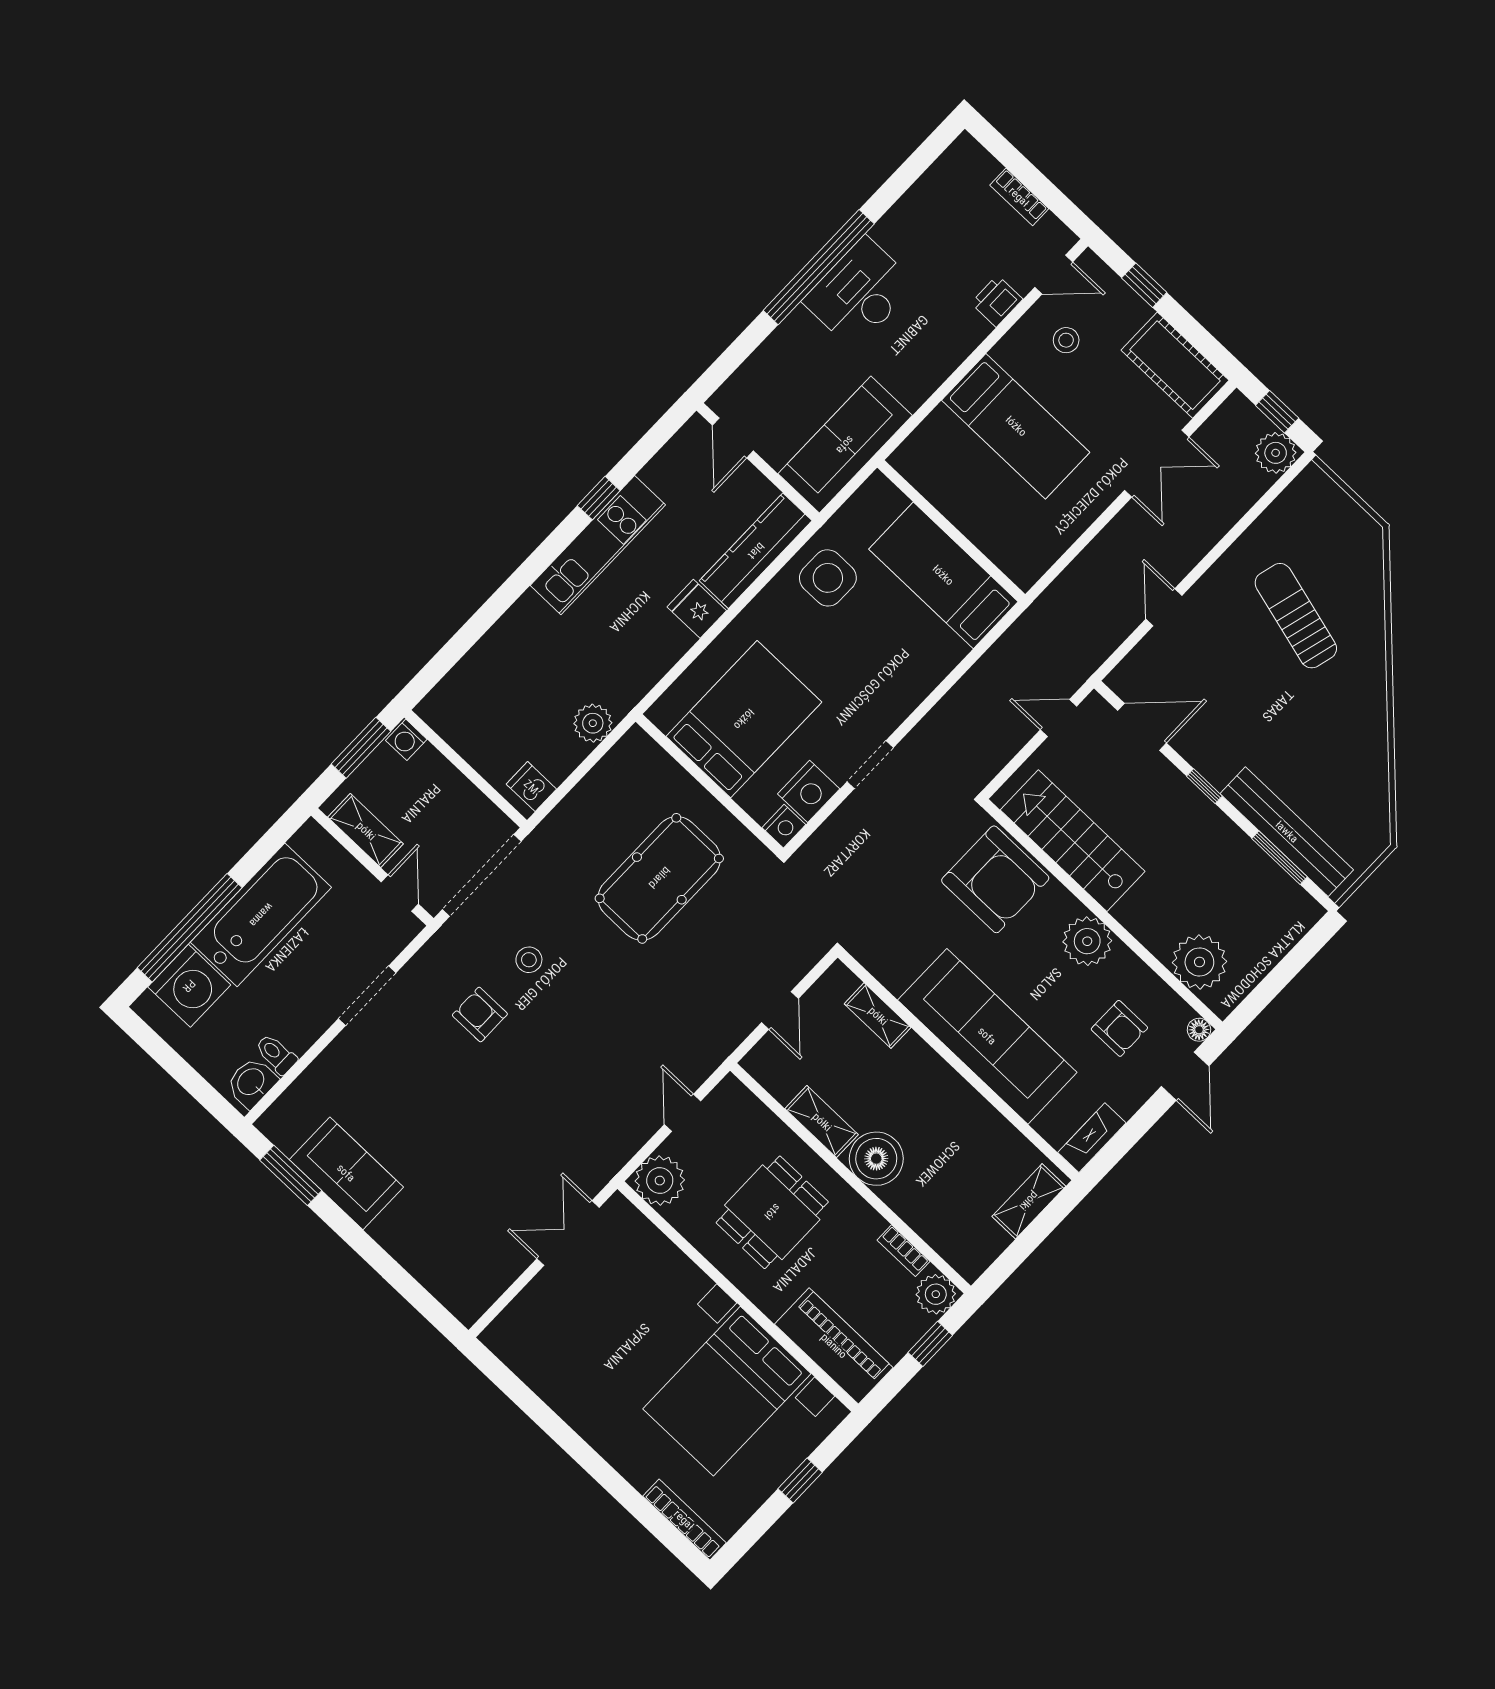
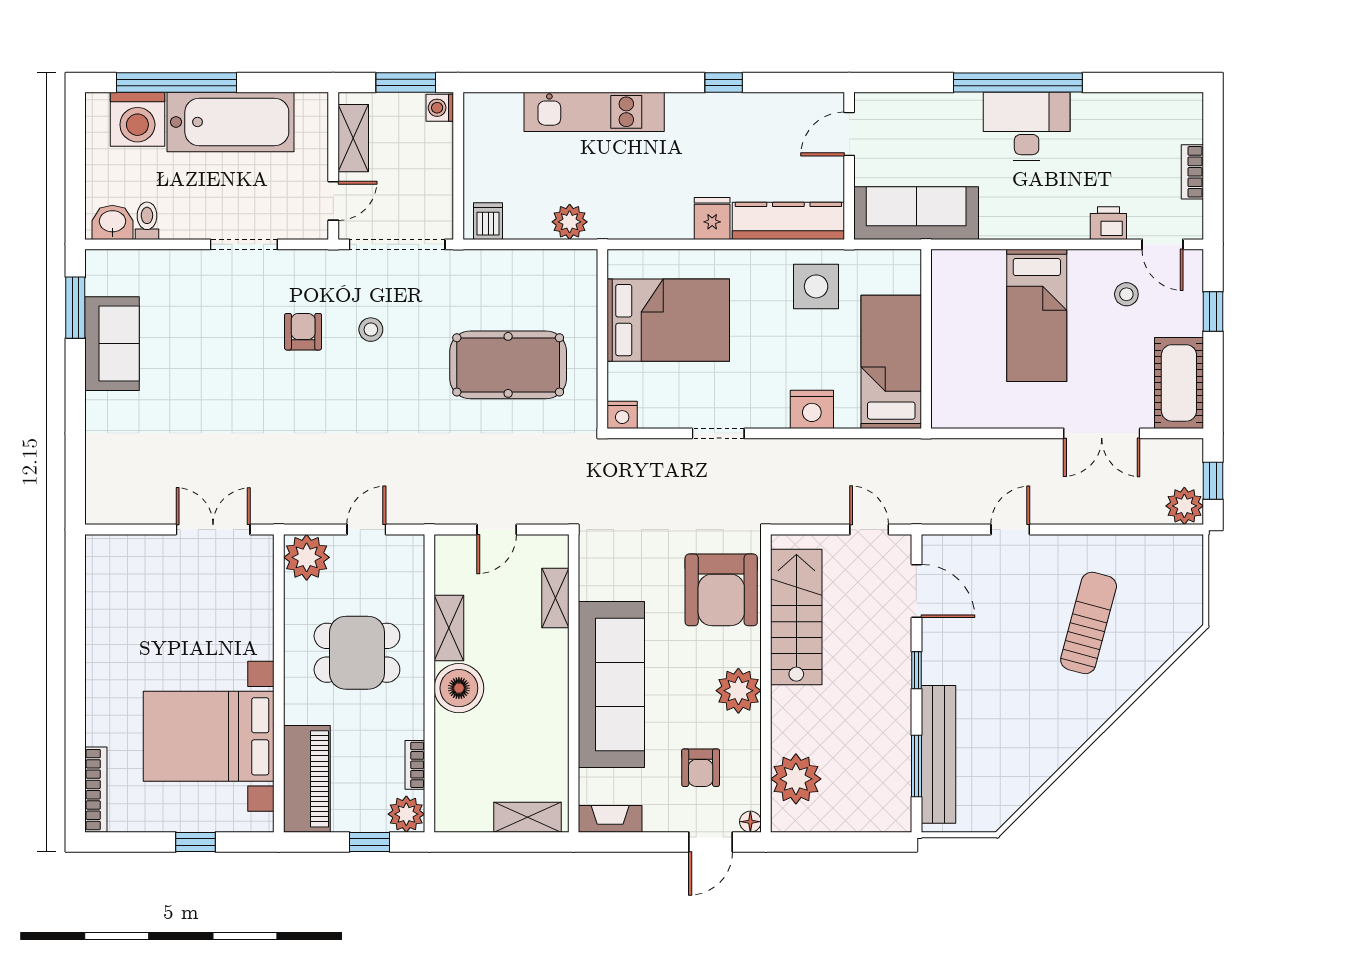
kitchen unit: (598, 545) -> (594, 112), moved
nightstand: (809, 791) -> (812, 409), moved

